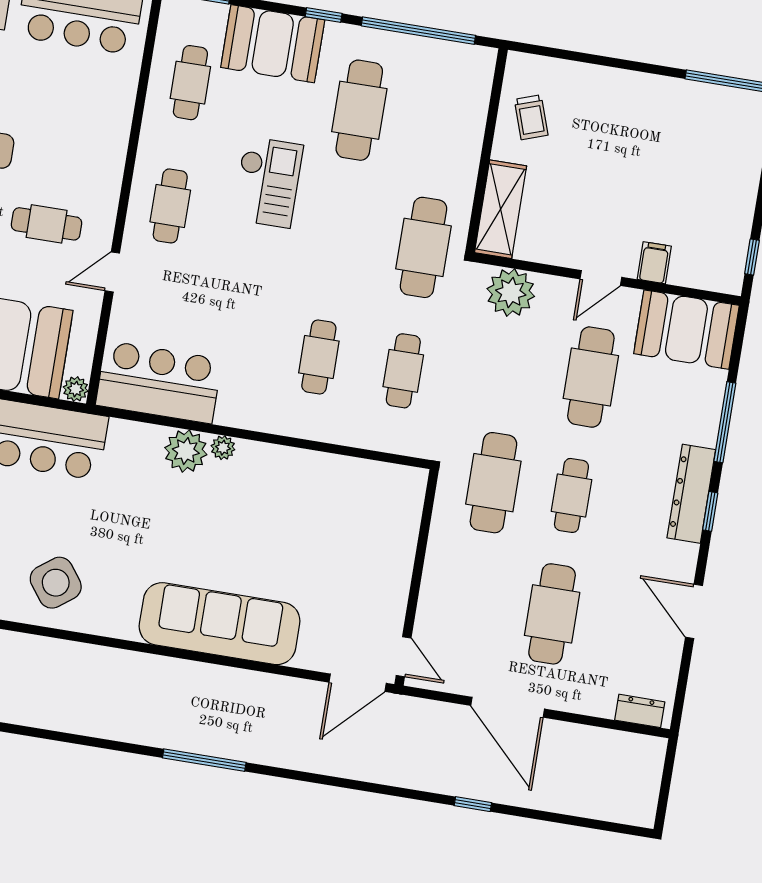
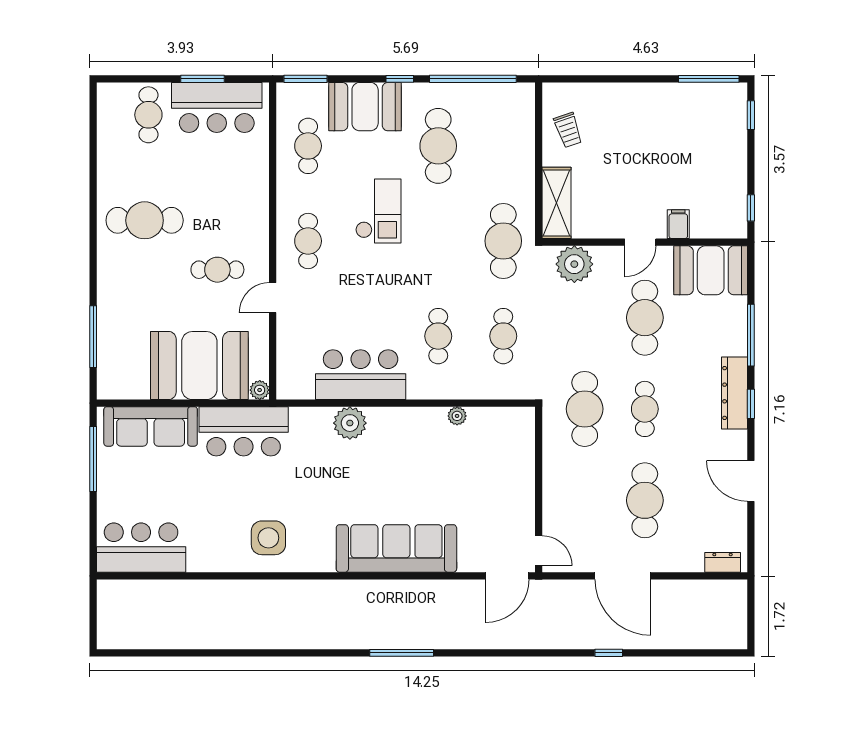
bar counter: (159, 382) -> (361, 375), moved
plant: (223, 448) -> (457, 416), moved
side table: (56, 583) -> (268, 538), turned 37

